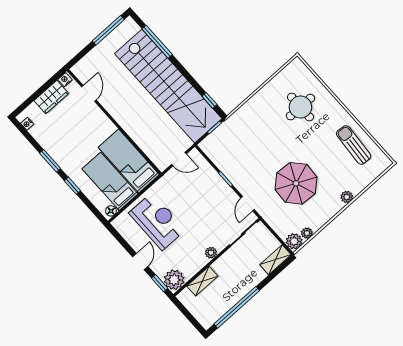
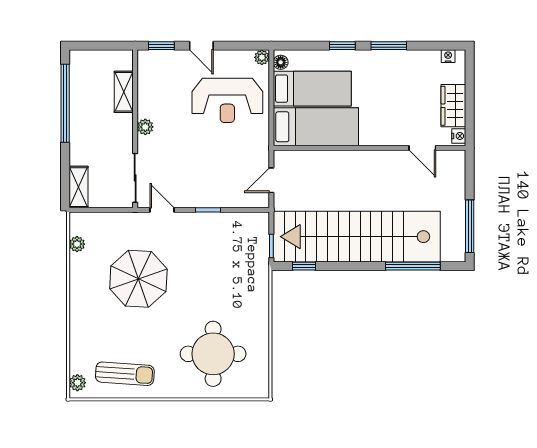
round table: (300, 107) -> (213, 354), width x1.36, depth x1.36
plant: (347, 197) -> (77, 383), moved
plant: (294, 241) -> (80, 223), removed
plant: (174, 280) -> (262, 57), moved, width x0.53, depth x0.53

